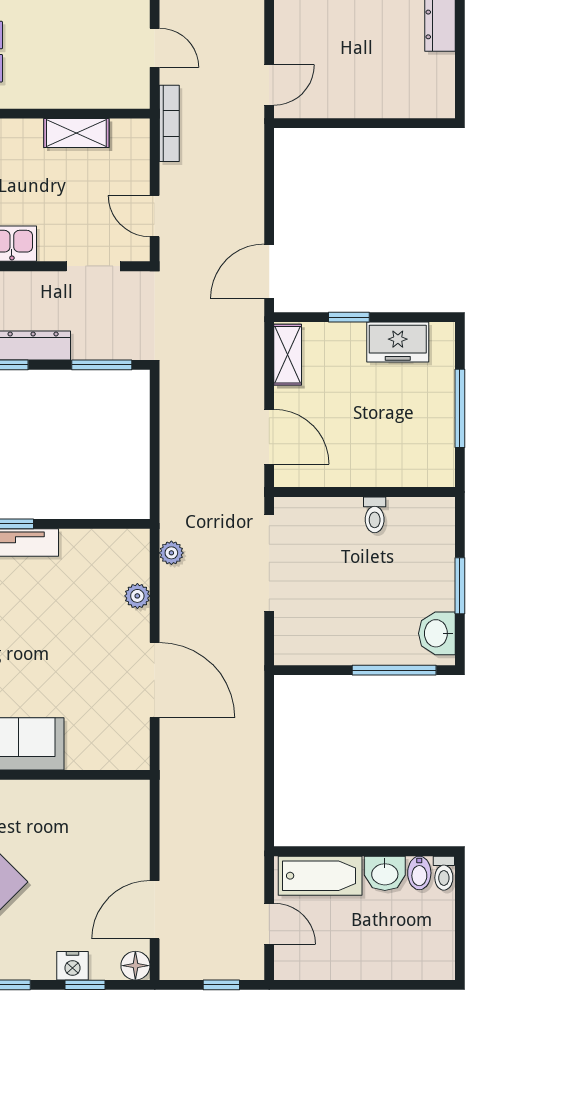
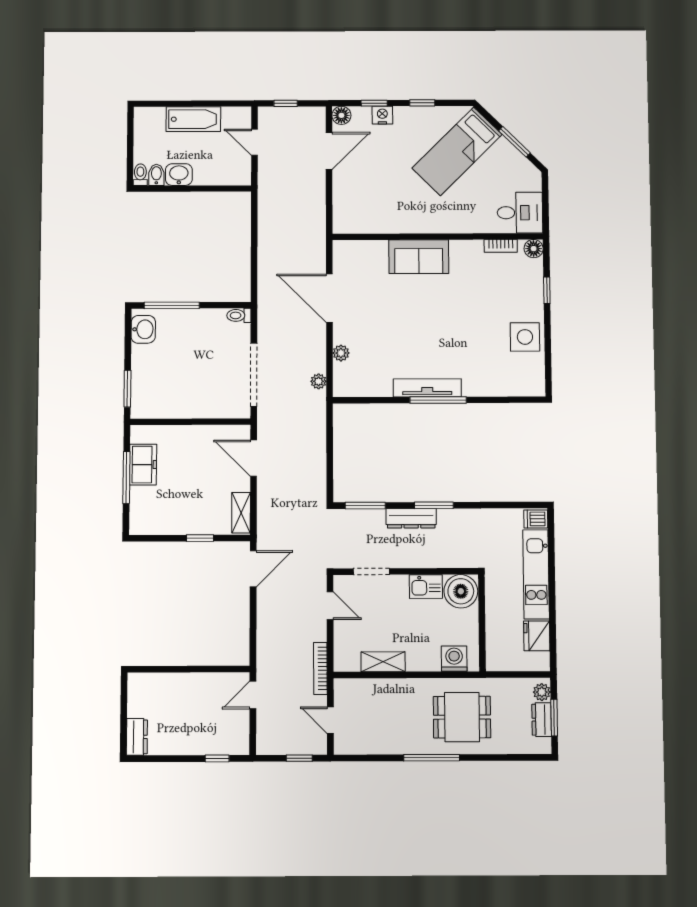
freezer: (398, 342) -> (143, 465), moved, turned 90
toilet: (375, 515) -> (239, 315), moved, turned -90
window: (460, 586) -> (127, 389), moved
bathtub: (320, 876) -> (193, 119), moved, turned 180

